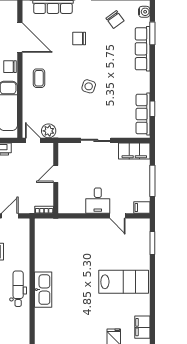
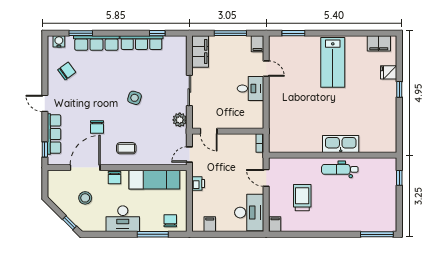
chair: (79, 38) -> (97, 127), moved
row of seats: (143, 114) -> (142, 43), moved
plant: (49, 131) -> (180, 120), moved
door: (56, 174) -> (209, 131), moved
door: (118, 216) -> (266, 69), hinge flipped
lab bench: (124, 282) -> (333, 62), turned 180

